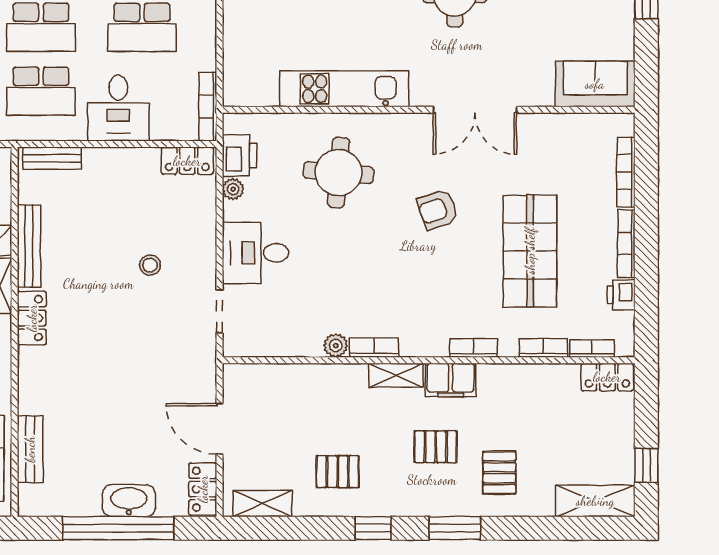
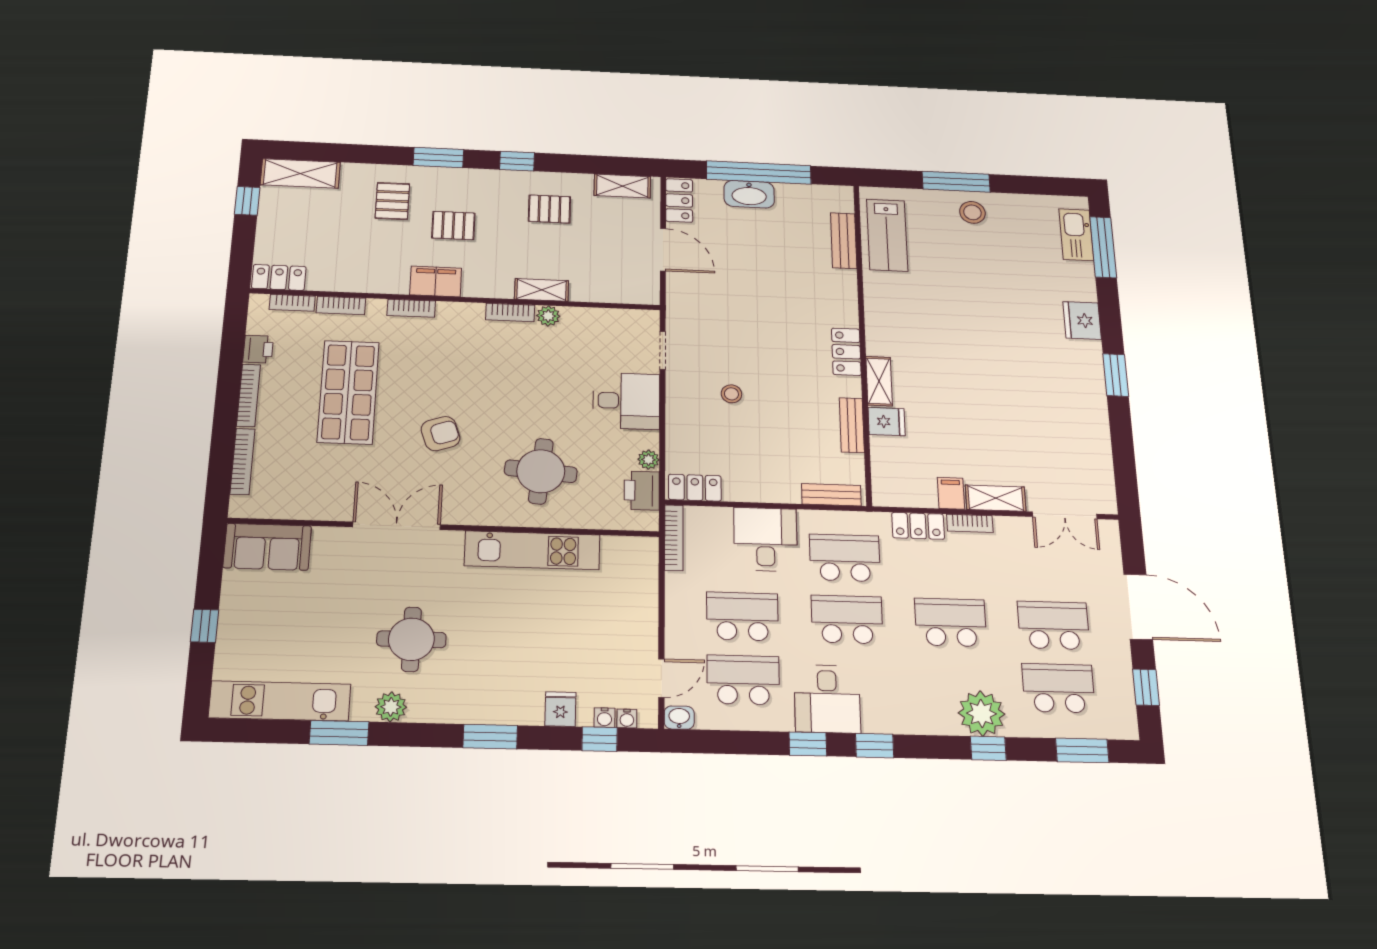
bench: (29, 246) -> (852, 425), width x0.73
shelving: (396, 375) -> (542, 290), moved

